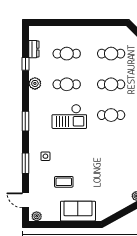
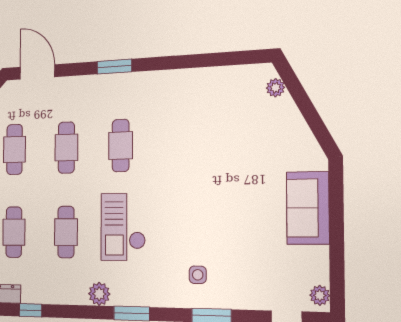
plant: (35, 83) -> (99, 294), moved
checkout: (69, 116) -> (123, 227), turned 180
coffee table: (64, 182) -> (248, 238), removed

